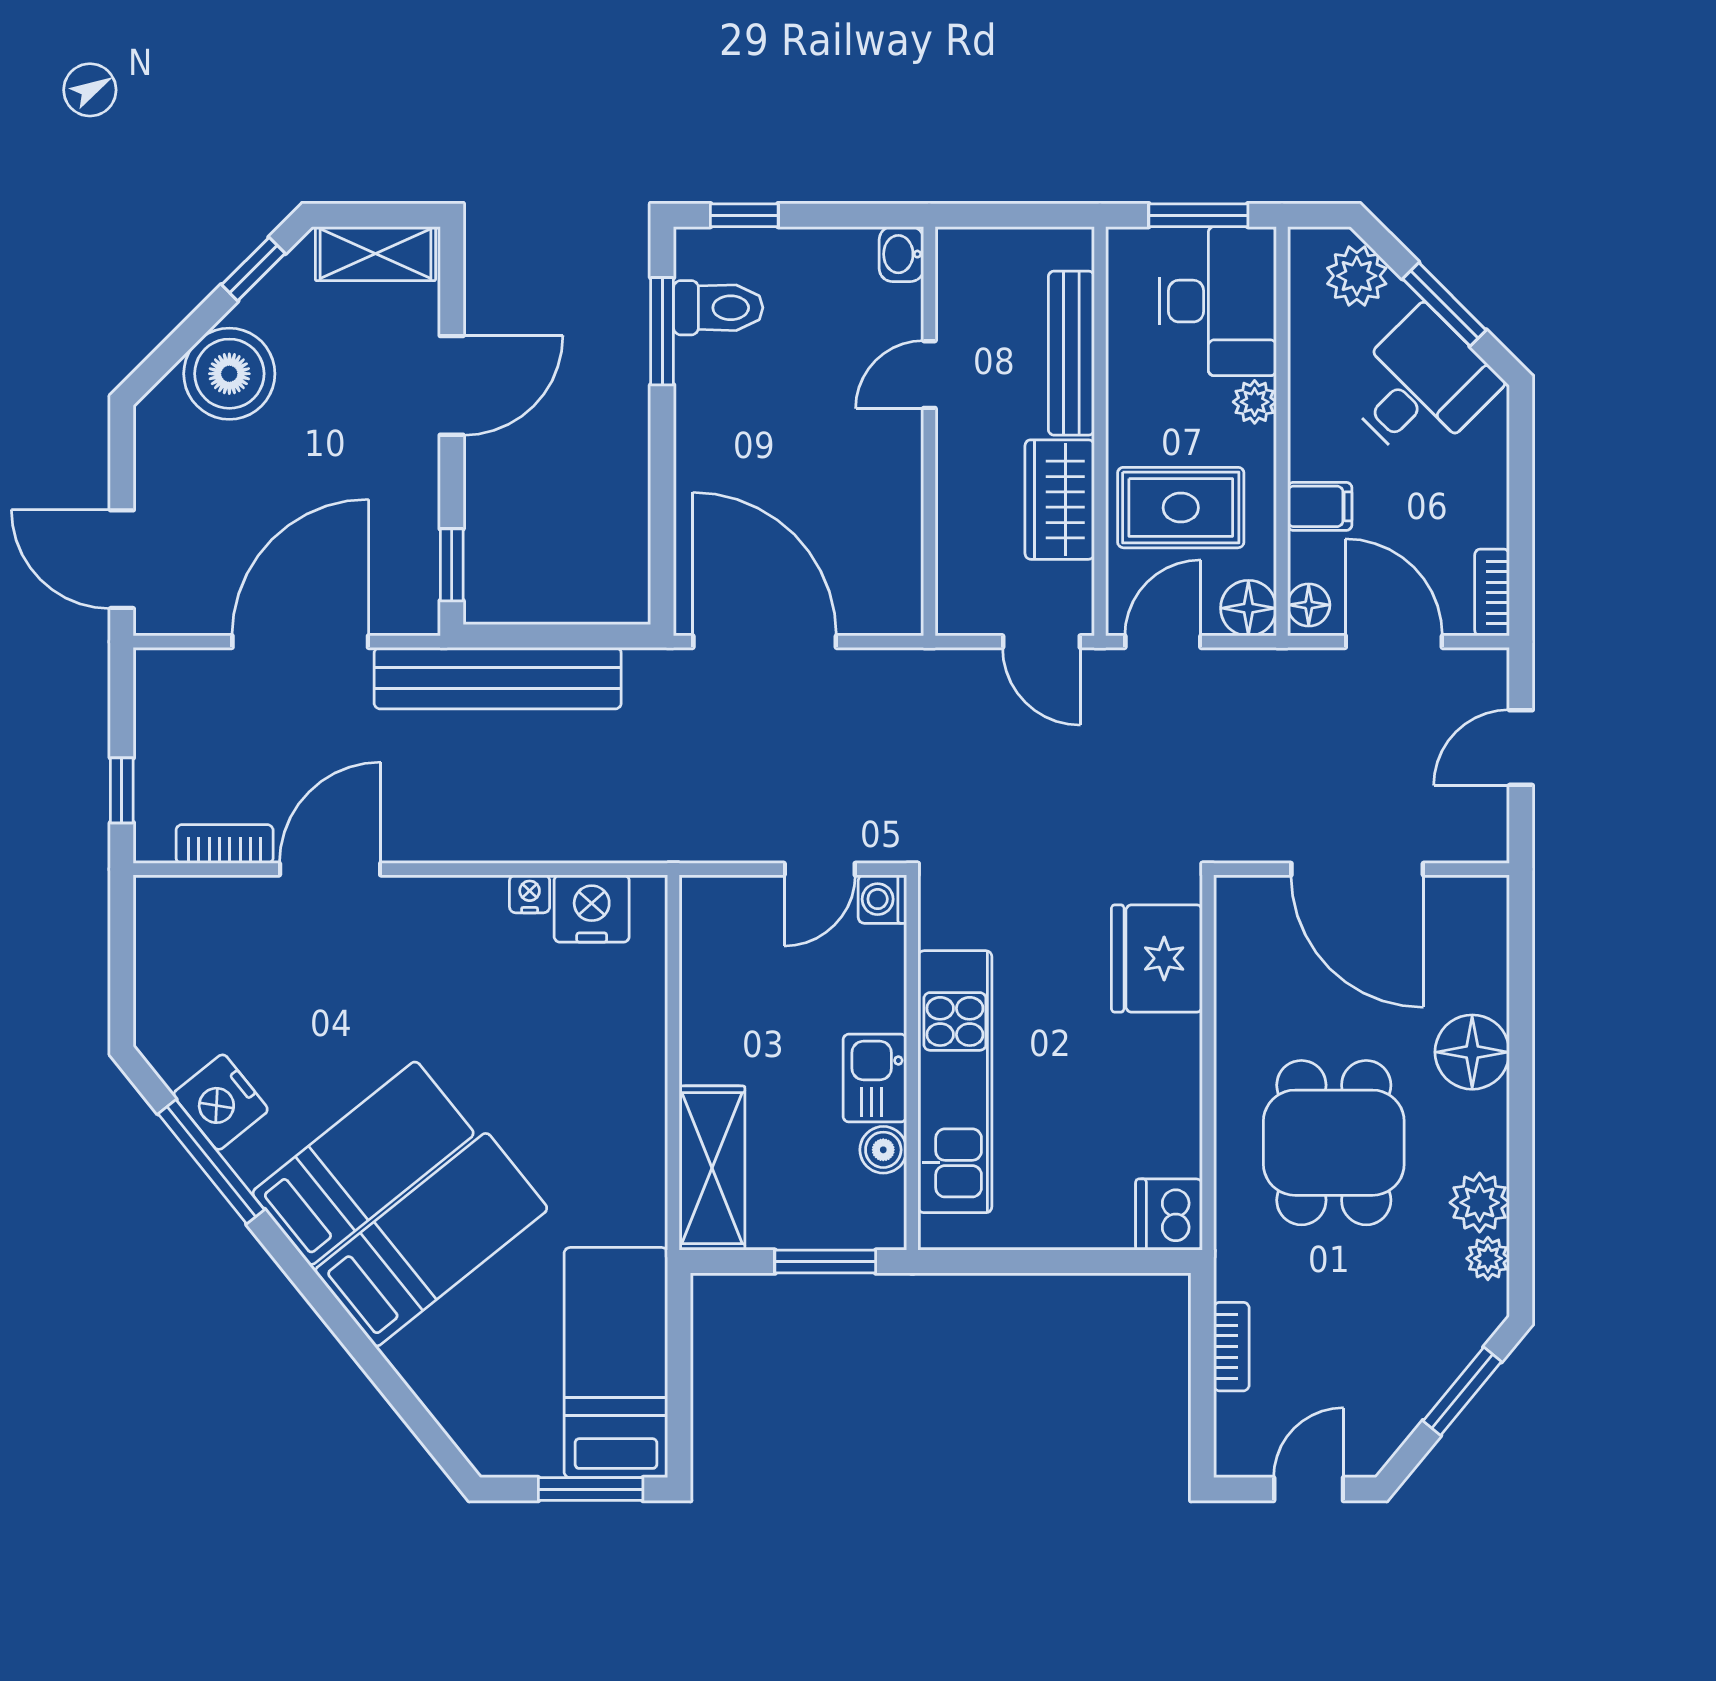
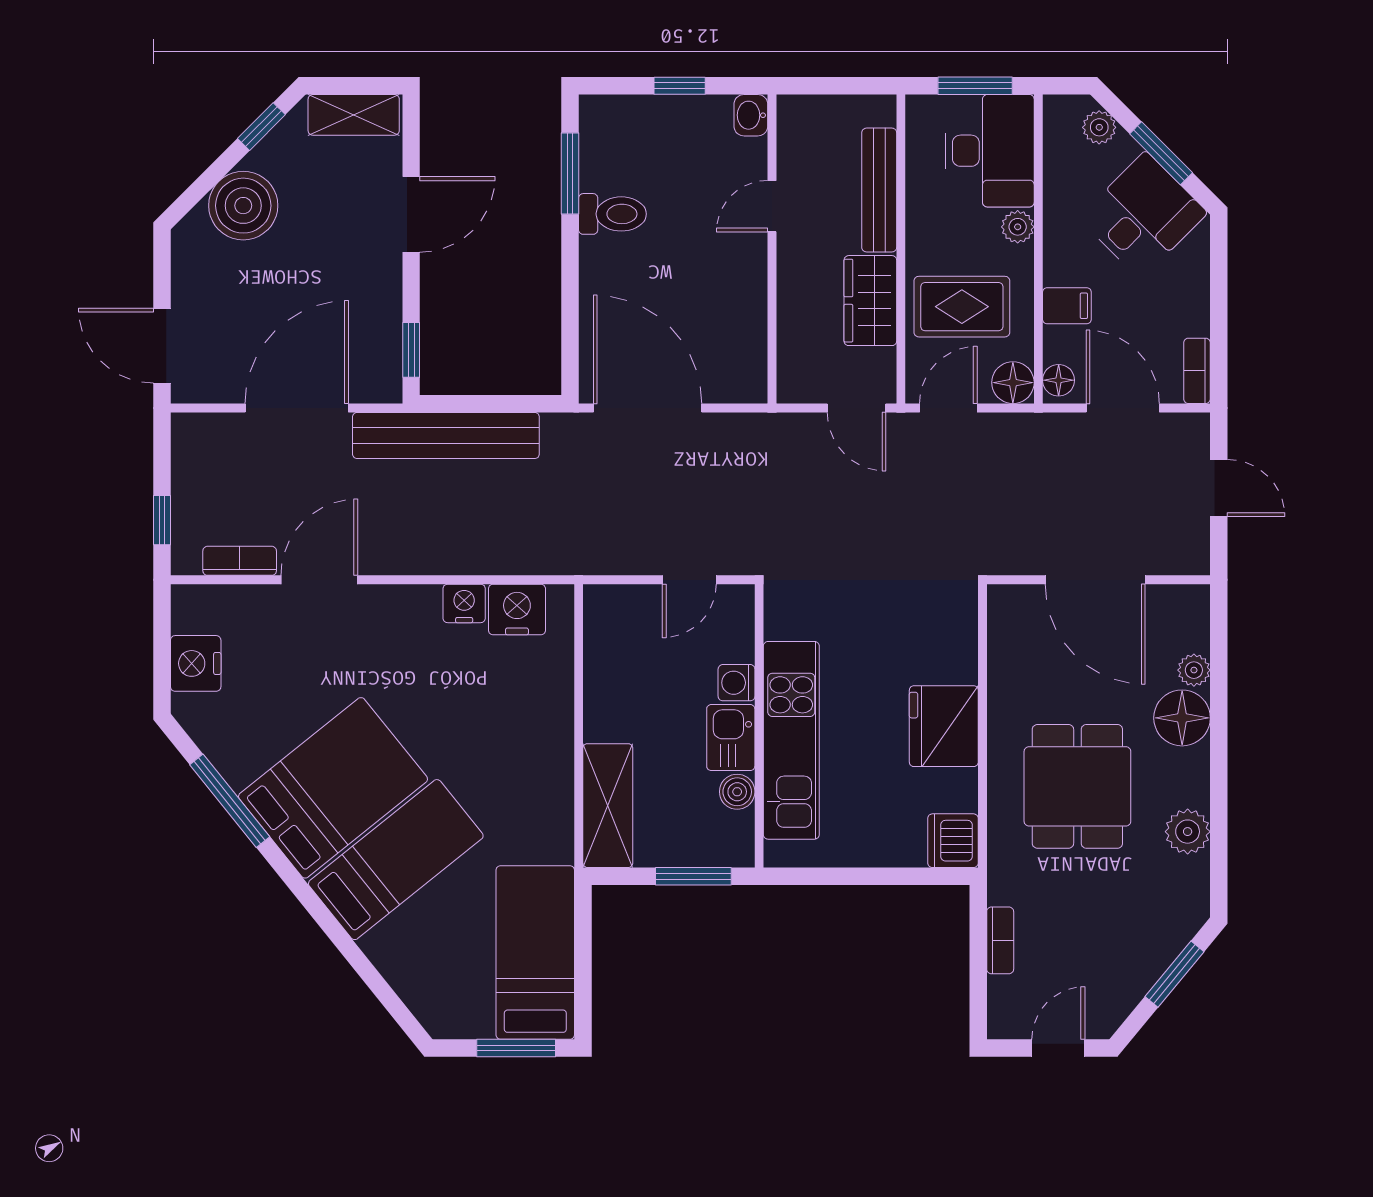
window: (744, 215) -> (680, 86), moved
plant: (1357, 276) -> (1099, 127), width x0.73, depth x0.73
toilet: (718, 308) -> (612, 214), moved
door: (1521, 748) -> (1219, 488), swing flipped
nightstand: (530, 894) -> (464, 603), width x1.39, depth x1.35
washing machine: (882, 899) -> (737, 683), moved
fridge: (1157, 958) -> (944, 726), moved
nightstand: (221, 1102) -> (196, 663), moved, turned 39
bed: (363, 1163) -> (333, 788), width x1.50
plant: (1488, 1258) -> (1194, 670), moved

